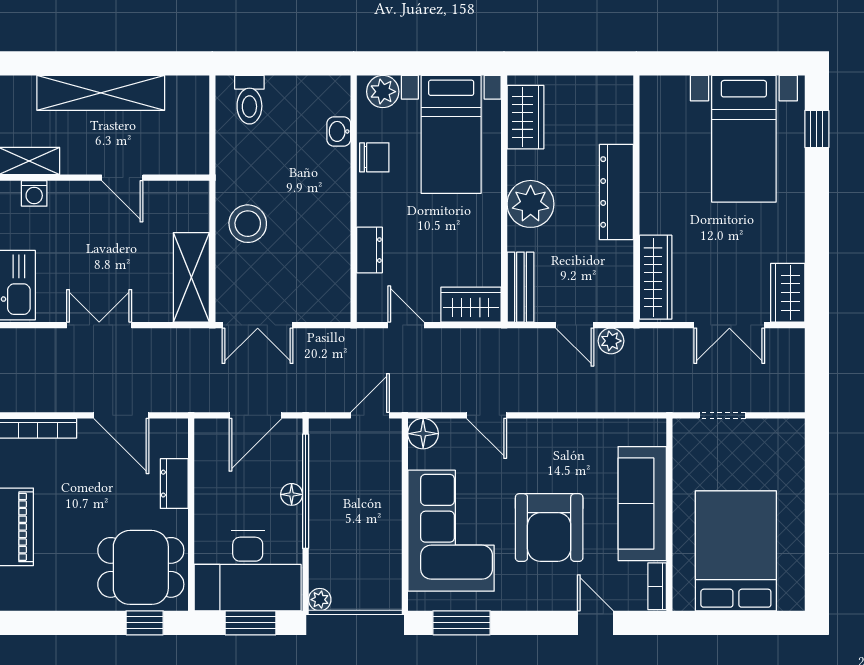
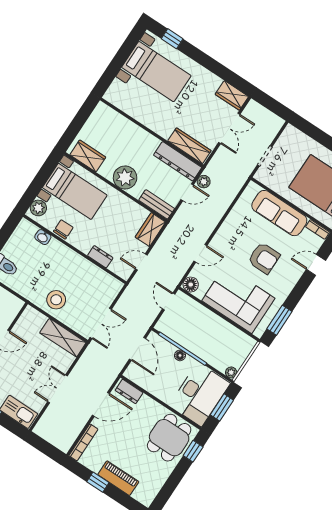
dresser: (616, 192) -> (178, 161), moved
dresser: (174, 484) -> (129, 391), moved
armchair: (549, 528) -> (264, 258), width x0.73, depth x0.73

